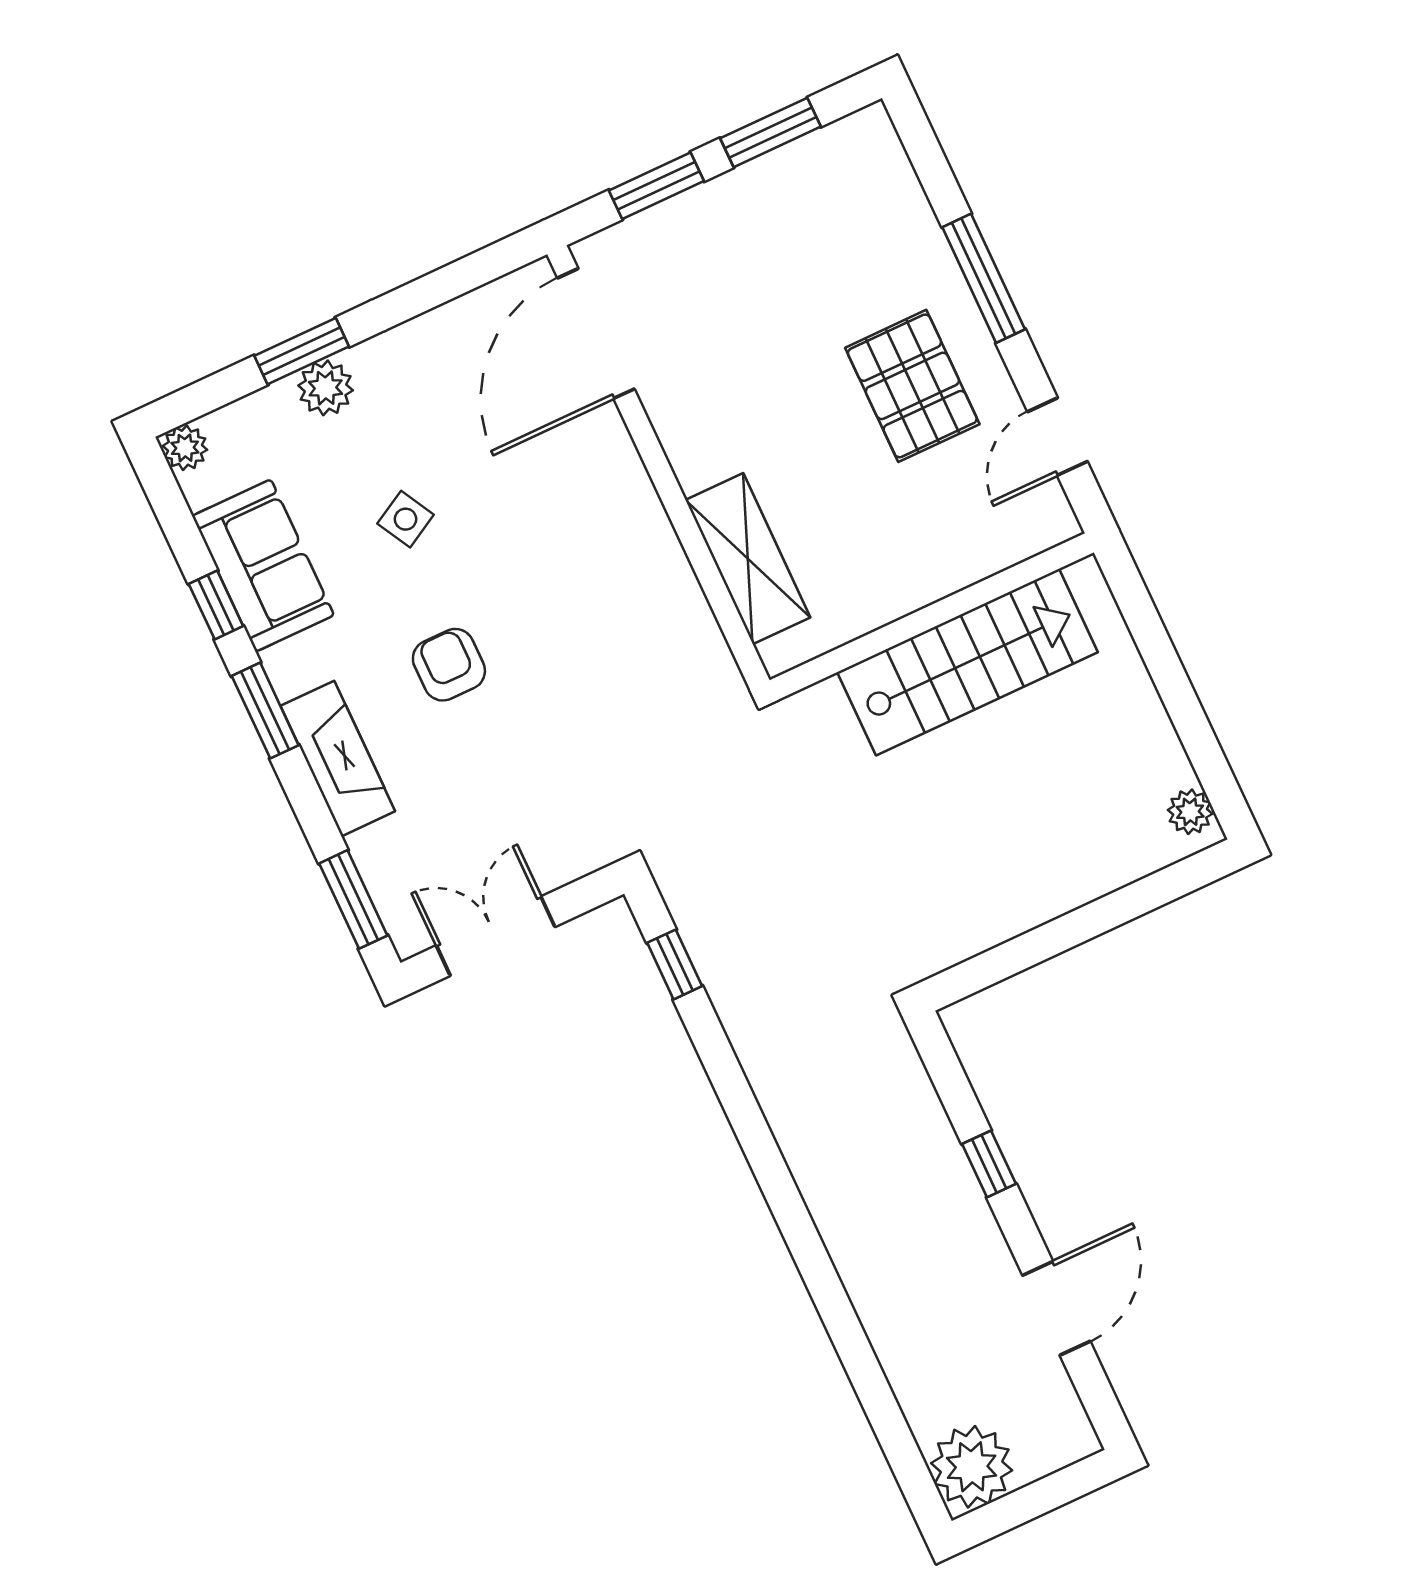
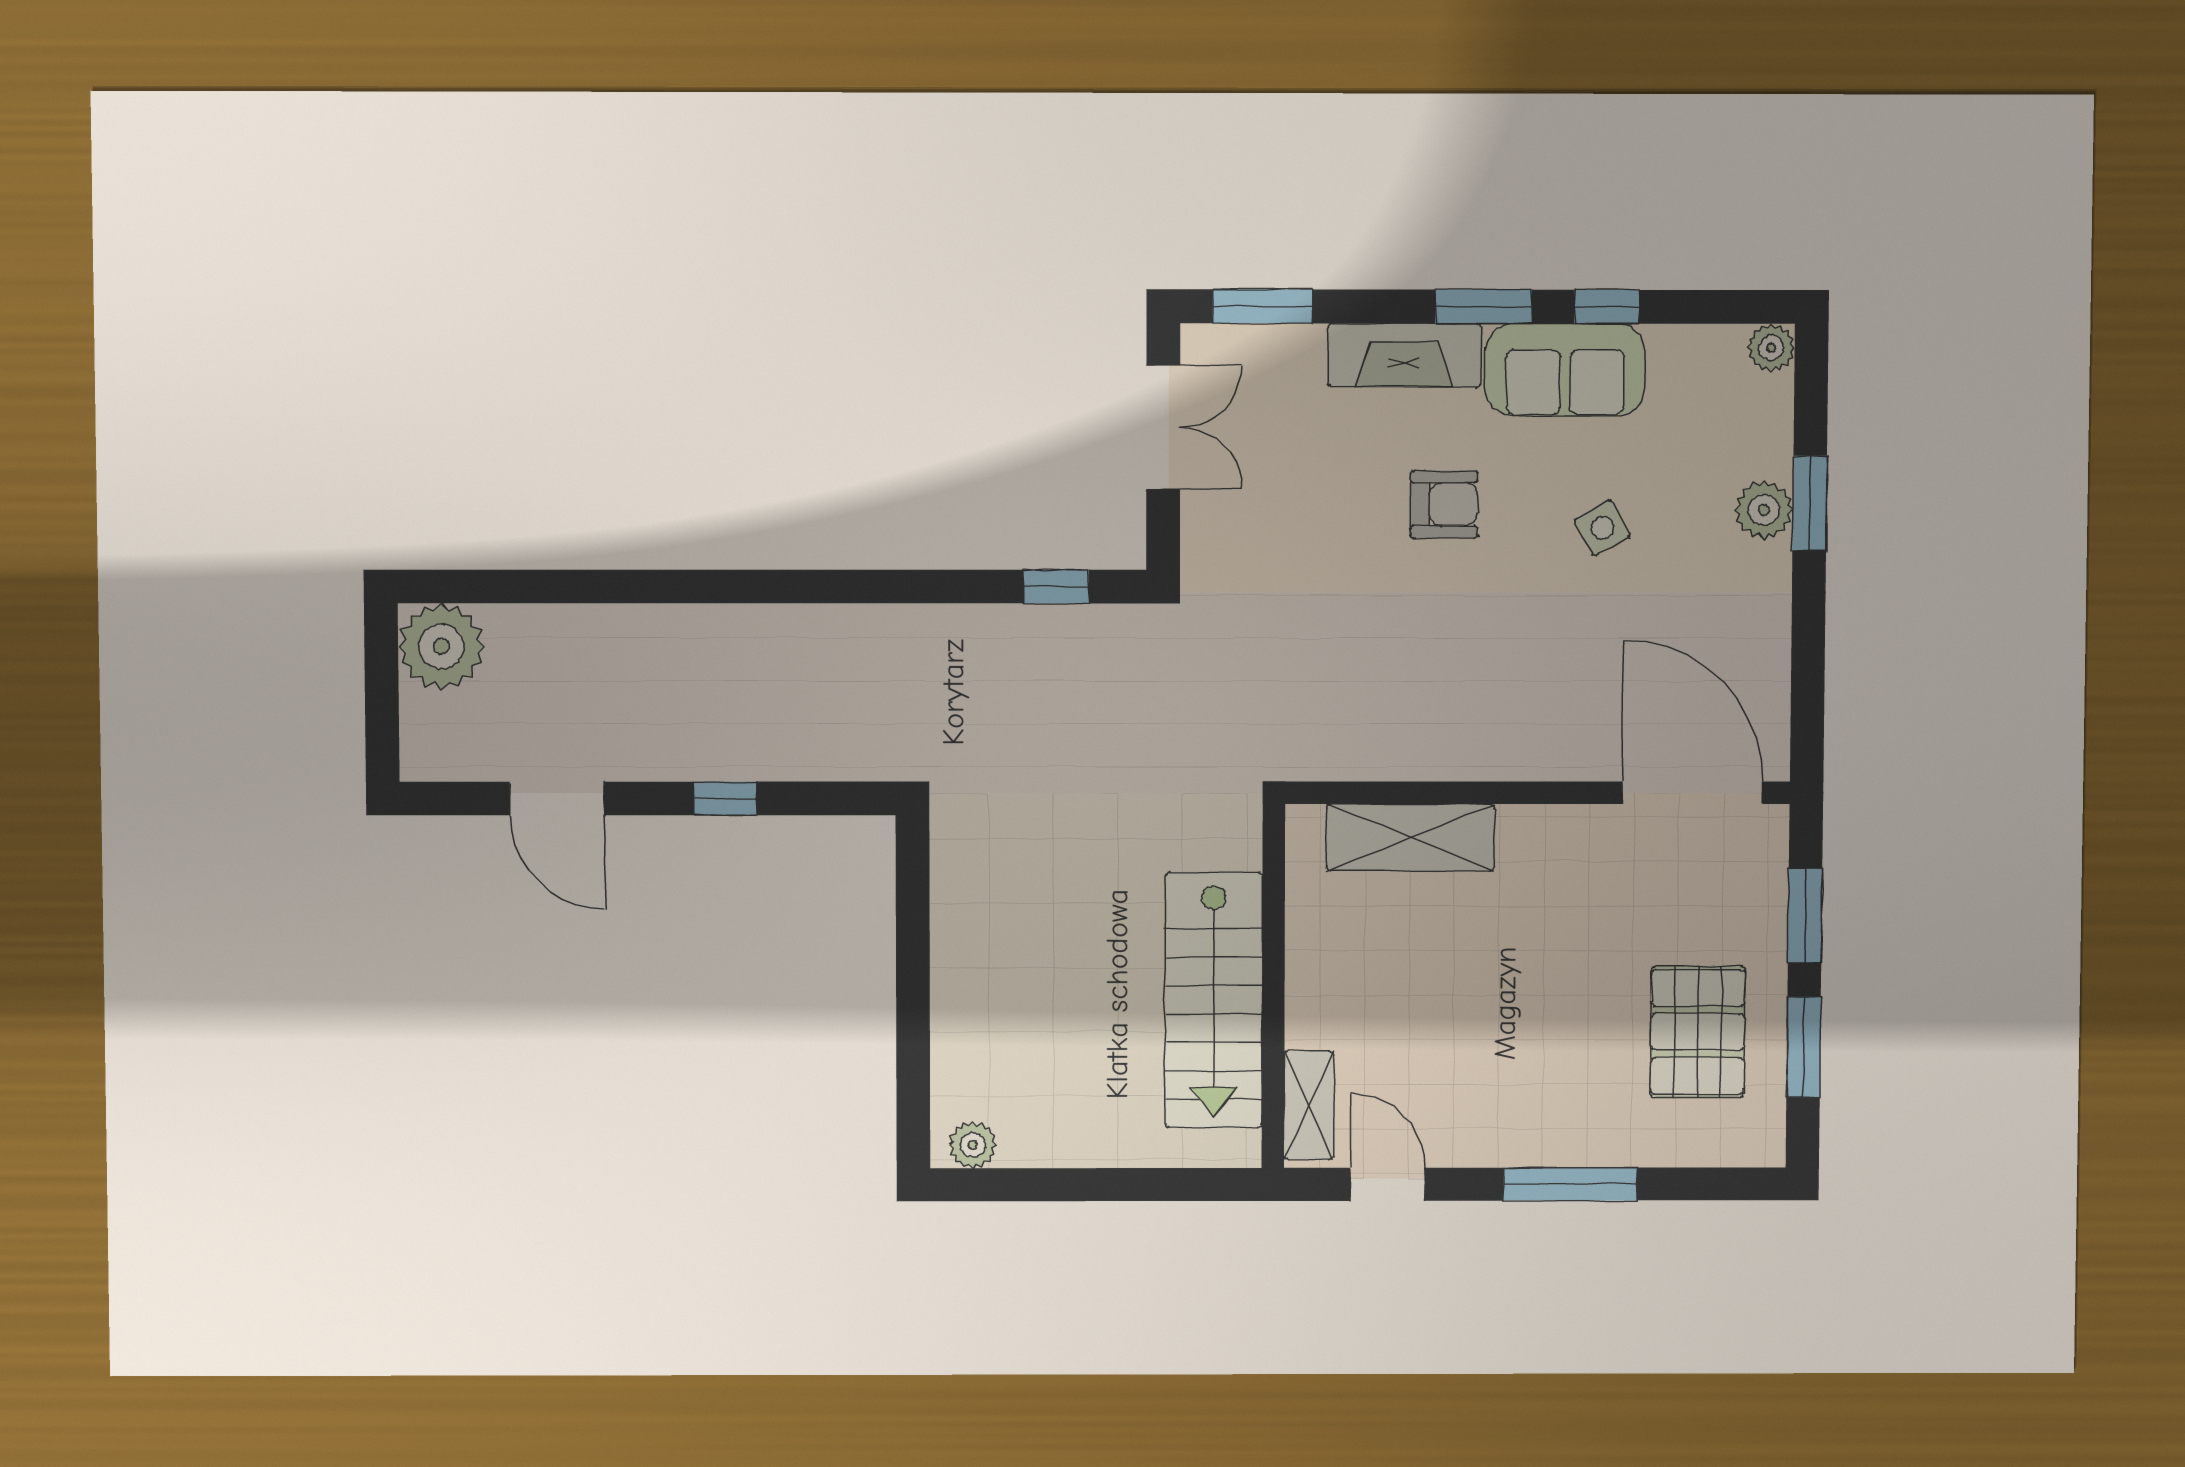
pallet: (912, 386) -> (1698, 1032), moved, turned 90
shelving: (1021, 537) -> (1309, 1105), added
sofa: (263, 566) -> (1565, 370), moved

